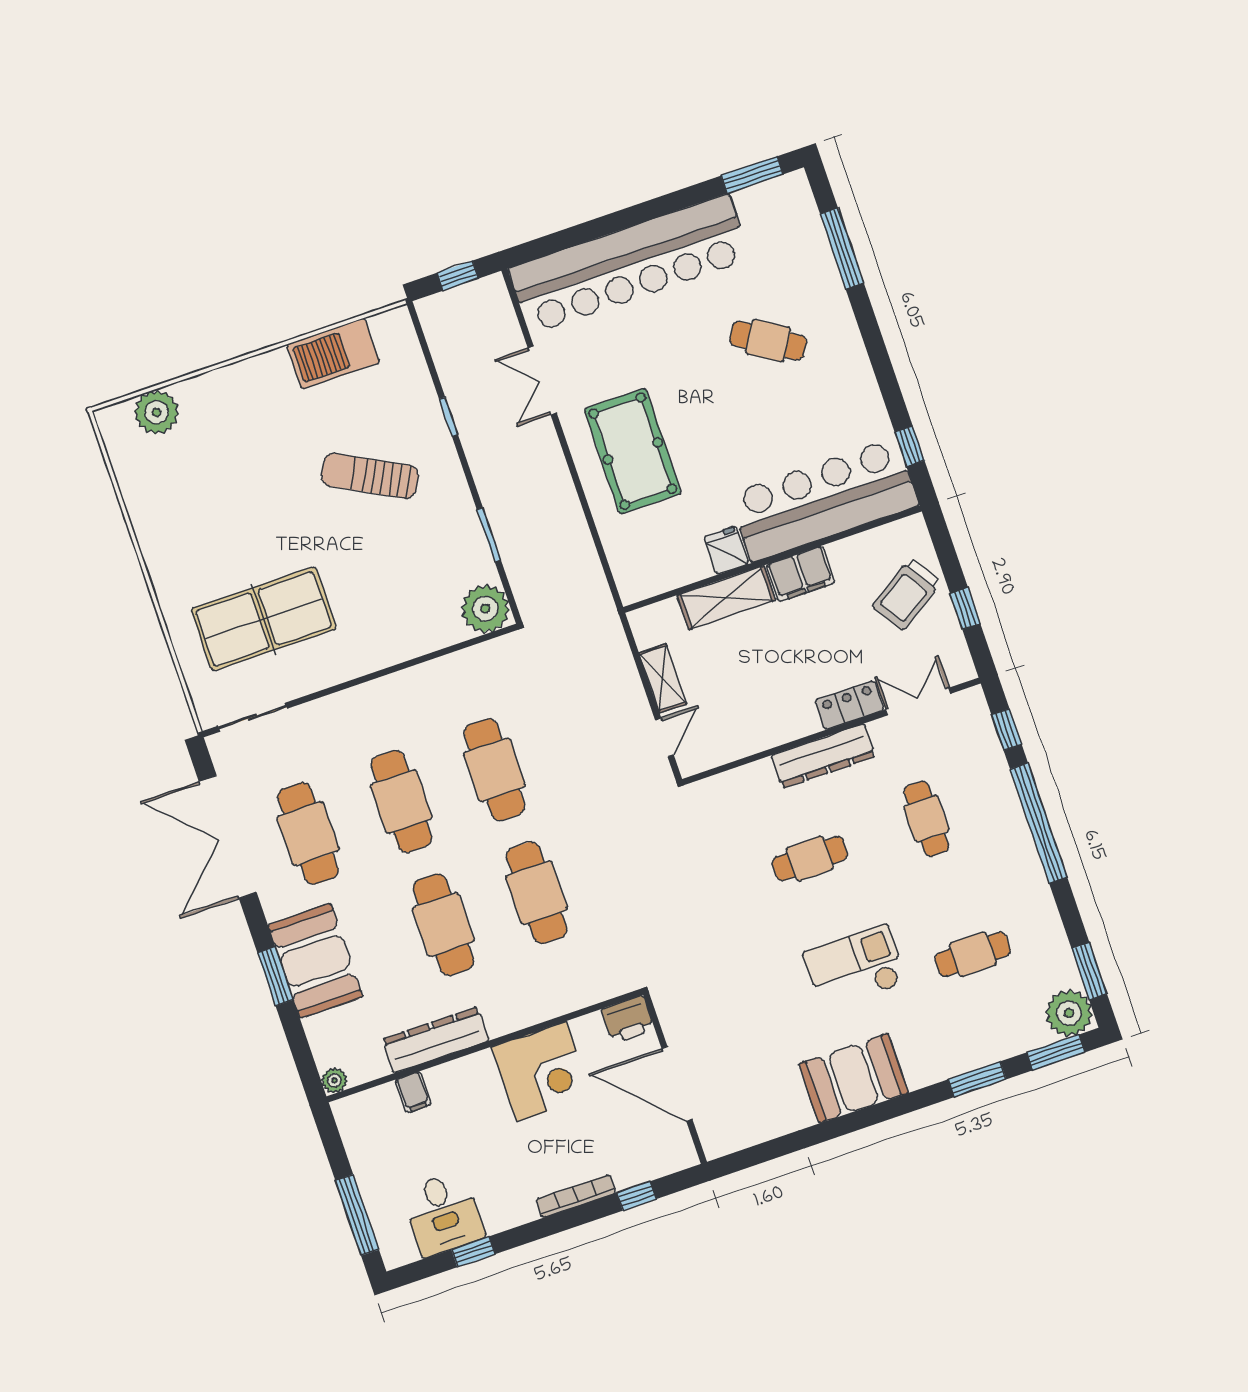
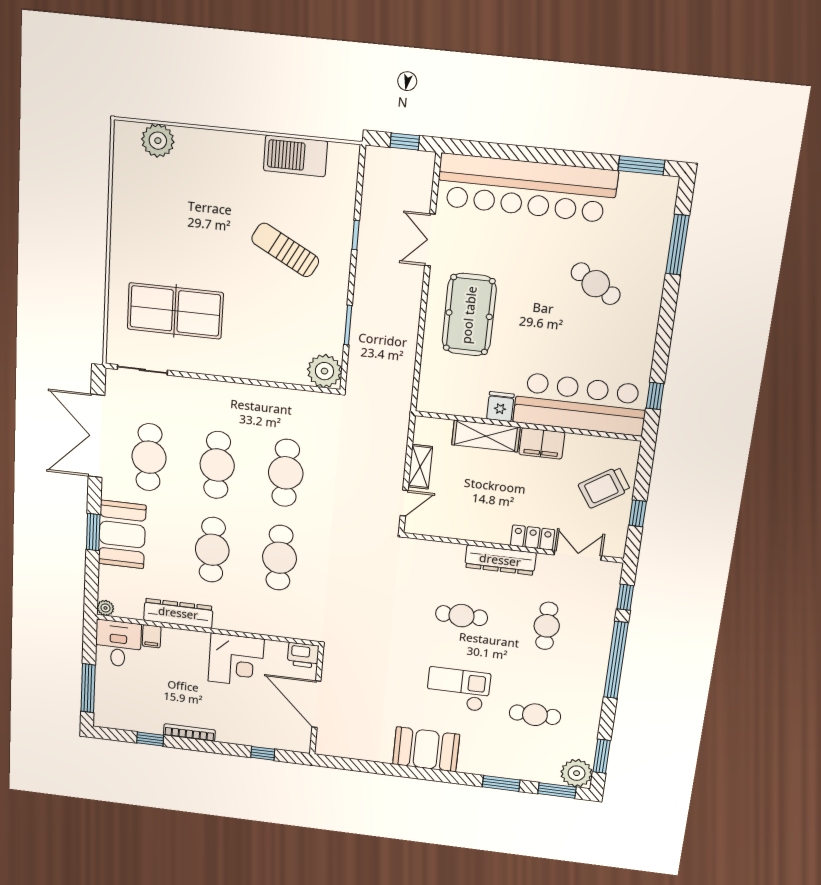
bookcase: (576, 1196) -> (189, 733), moved
desk: (443, 1214) -> (118, 644), moved, turned 180

